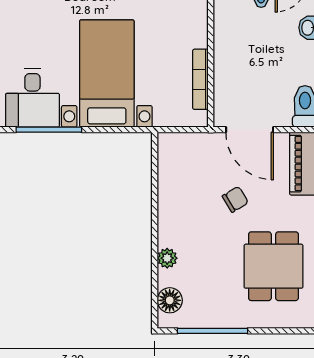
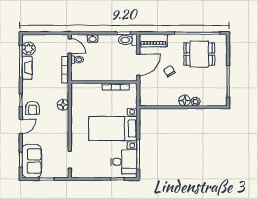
floor lamp: (170, 300) -> (185, 100), moved

